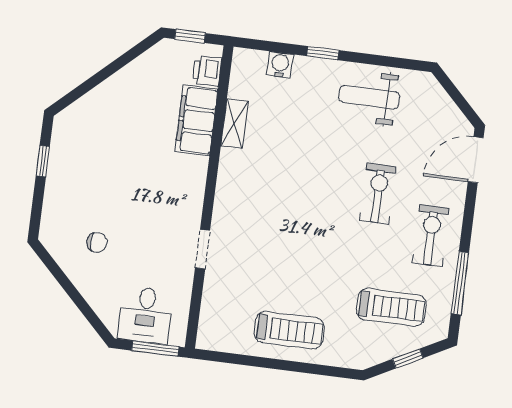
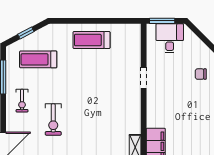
exercise bike: (431, 235) -> (22, 101), width x0.73, depth x0.72

